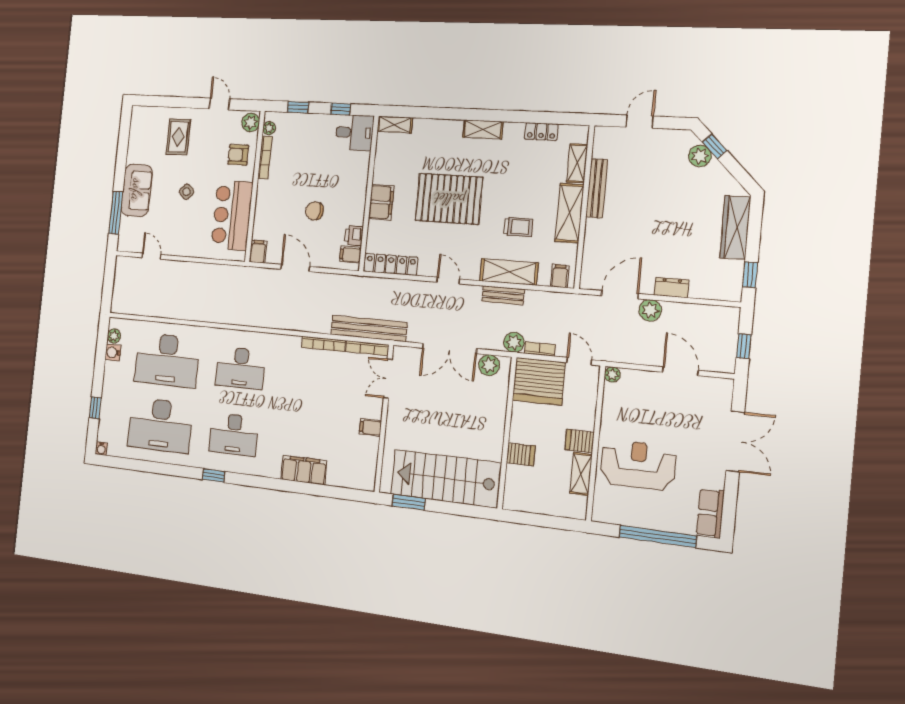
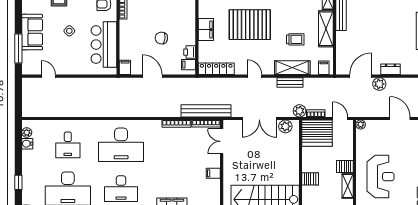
desk: (167, 360) -> (68, 145), width x0.53, depth x0.77
desk: (240, 368) -> (121, 145), width x1.36, depth x1.30
reception desk: (638, 465) -> (380, 177), turned 90

